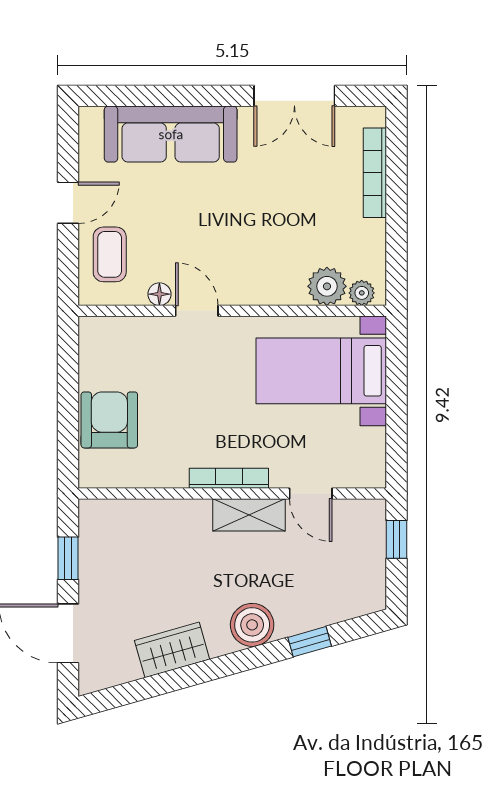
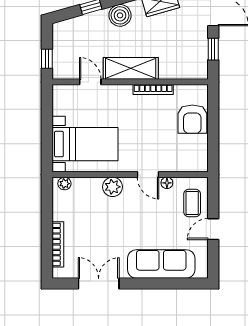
plant: (327, 286) -> (113, 187), moved
bookcase: (229, 478) -> (153, 90), moved
shelving: (249, 515) -> (131, 68), width x1.50, depth x1.33

